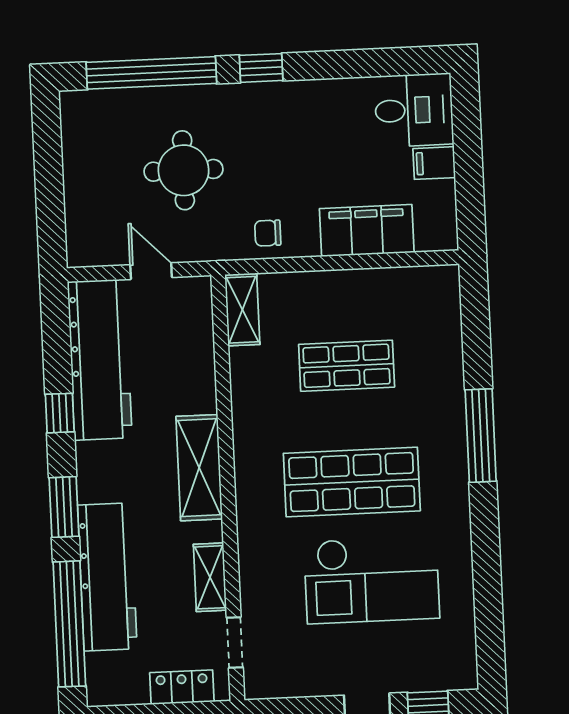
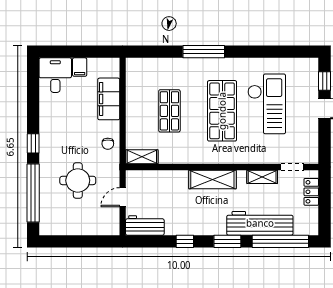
workbench: (100, 360) -> (145, 225), width x0.53, depth x0.76

